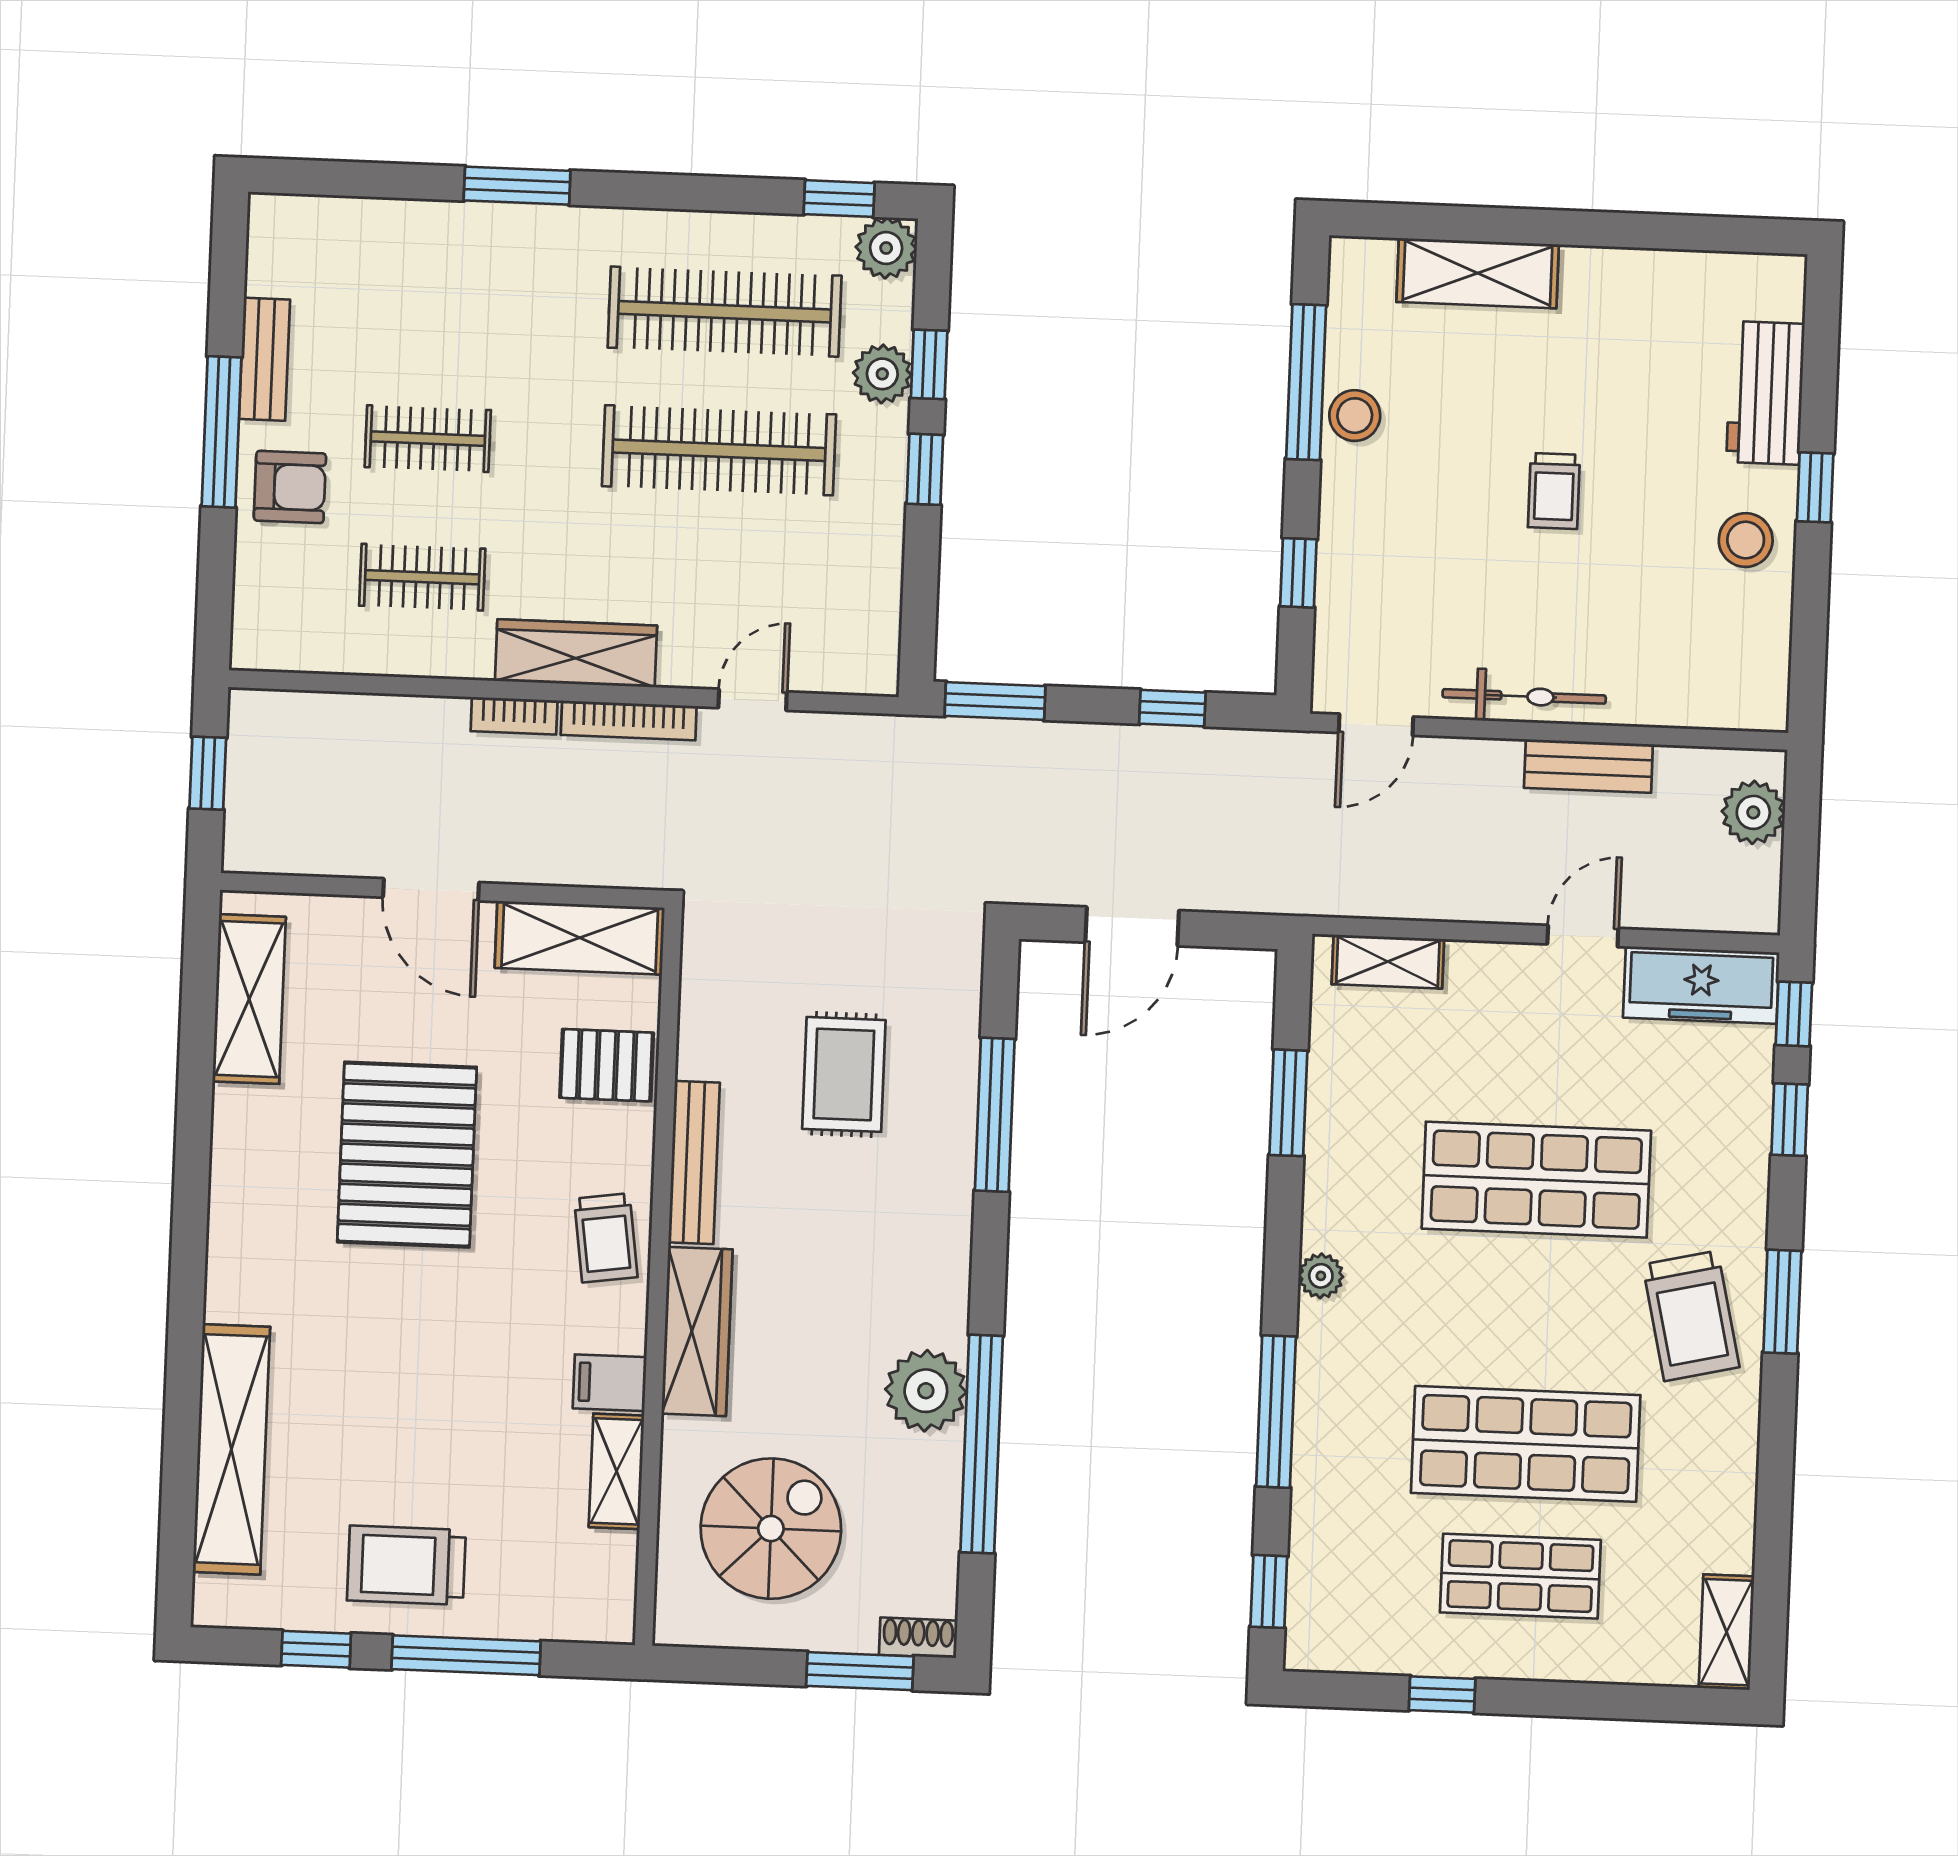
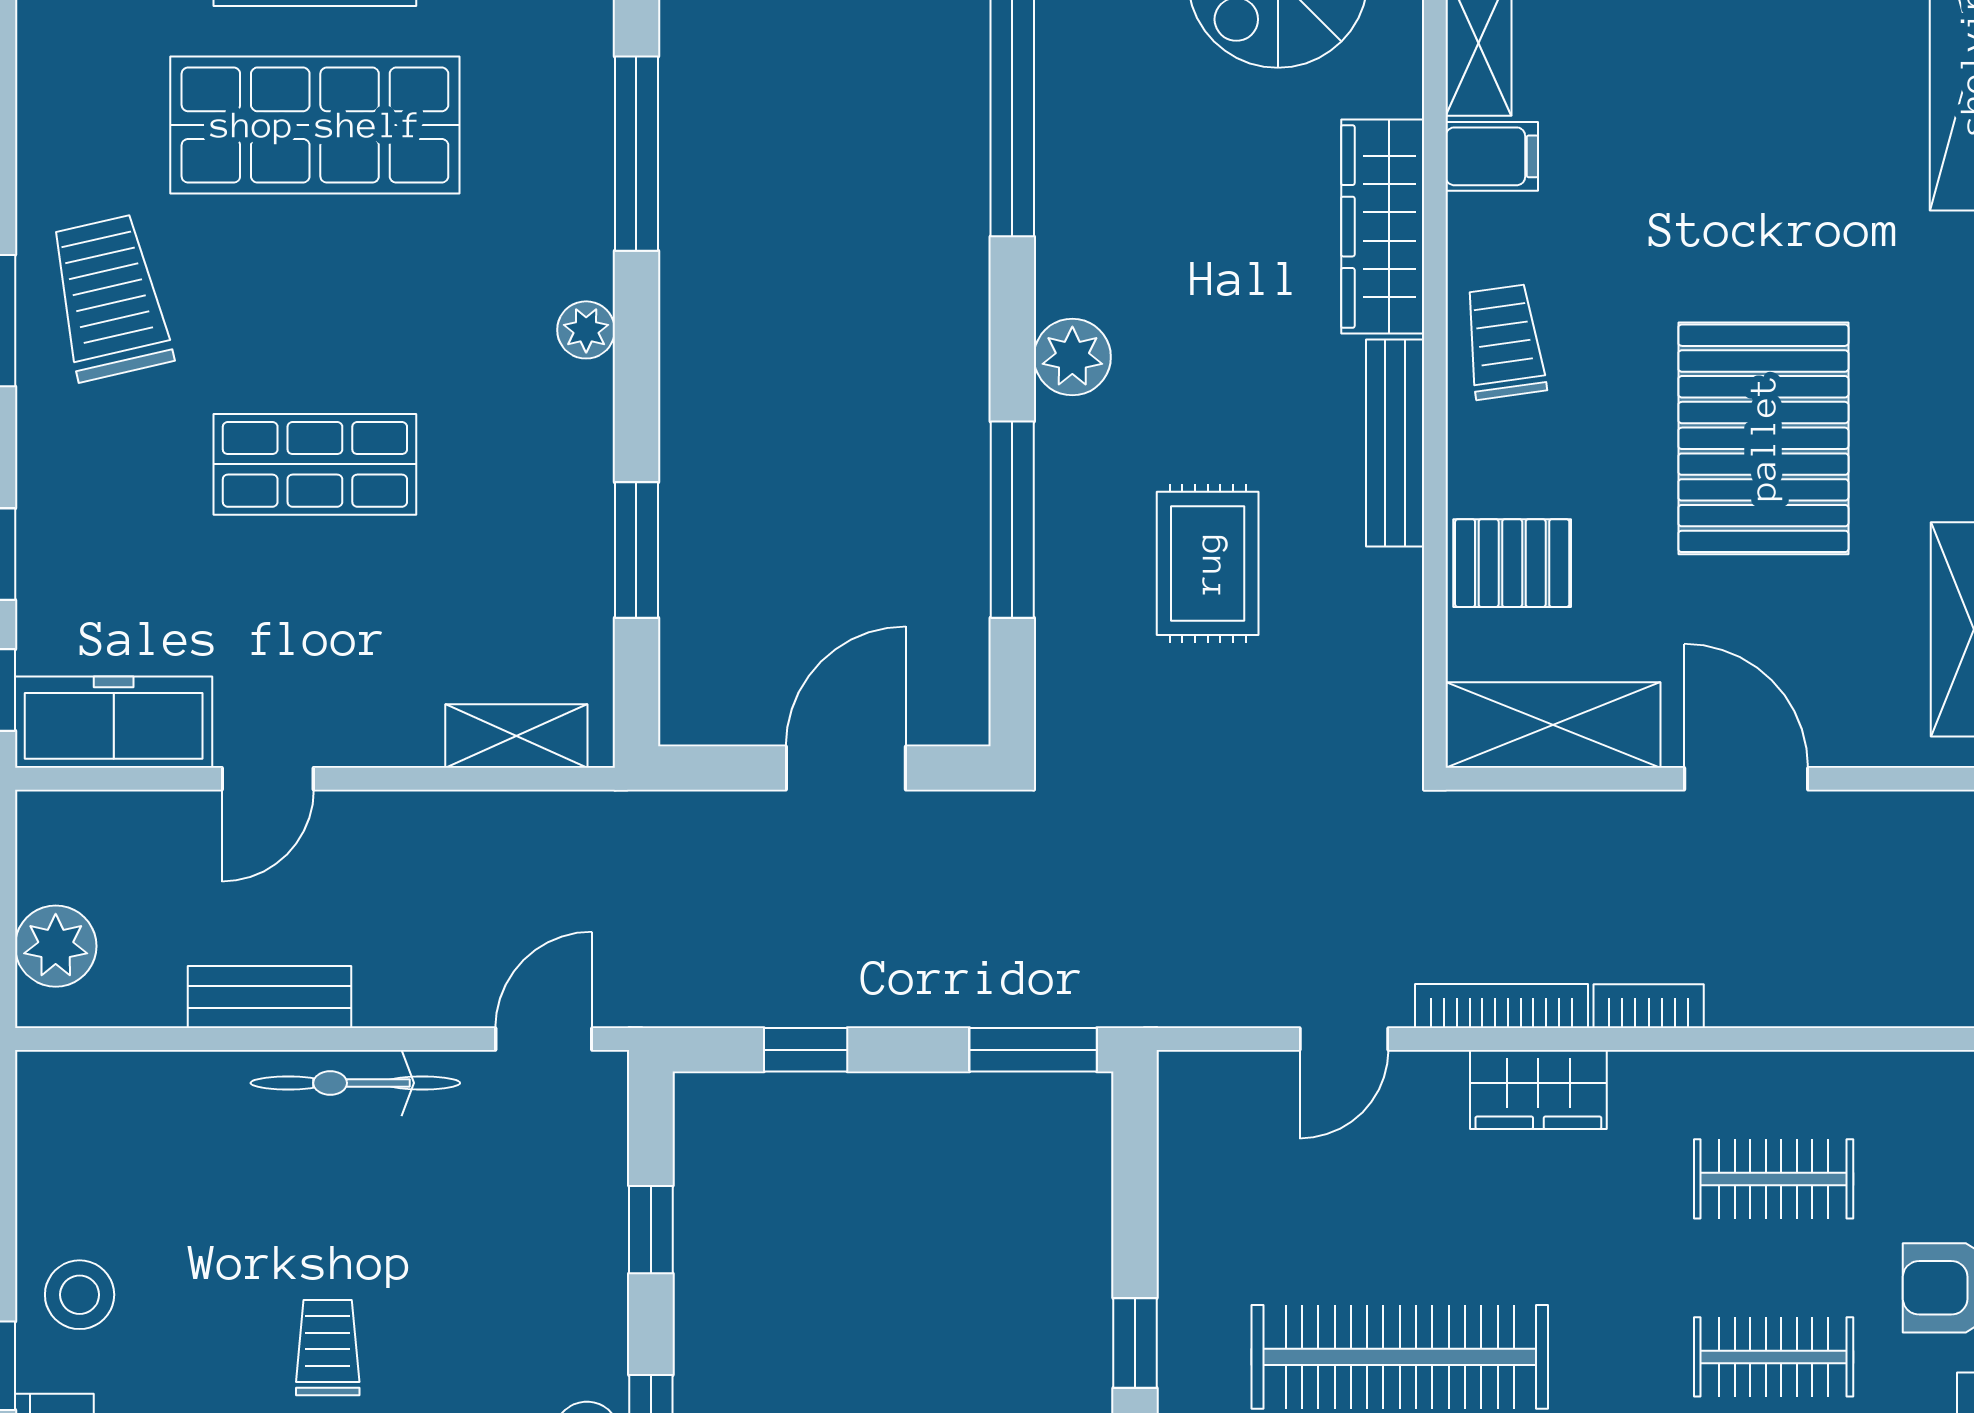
wardrobe: (576, 653) -> (1538, 1089), width x0.67
shop shelf: (1536, 1180) -> (315, 464), width x0.70, depth x0.74
plant: (926, 1391) -> (1072, 357), moved, width x0.73, depth x0.73

